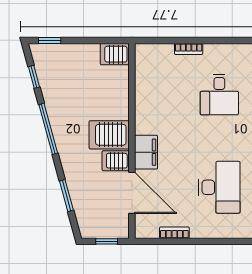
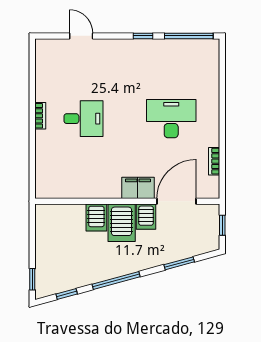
bookcase: (189, 49) -> (40, 116), moved
server rack: (115, 54) -> (96, 218), moved

